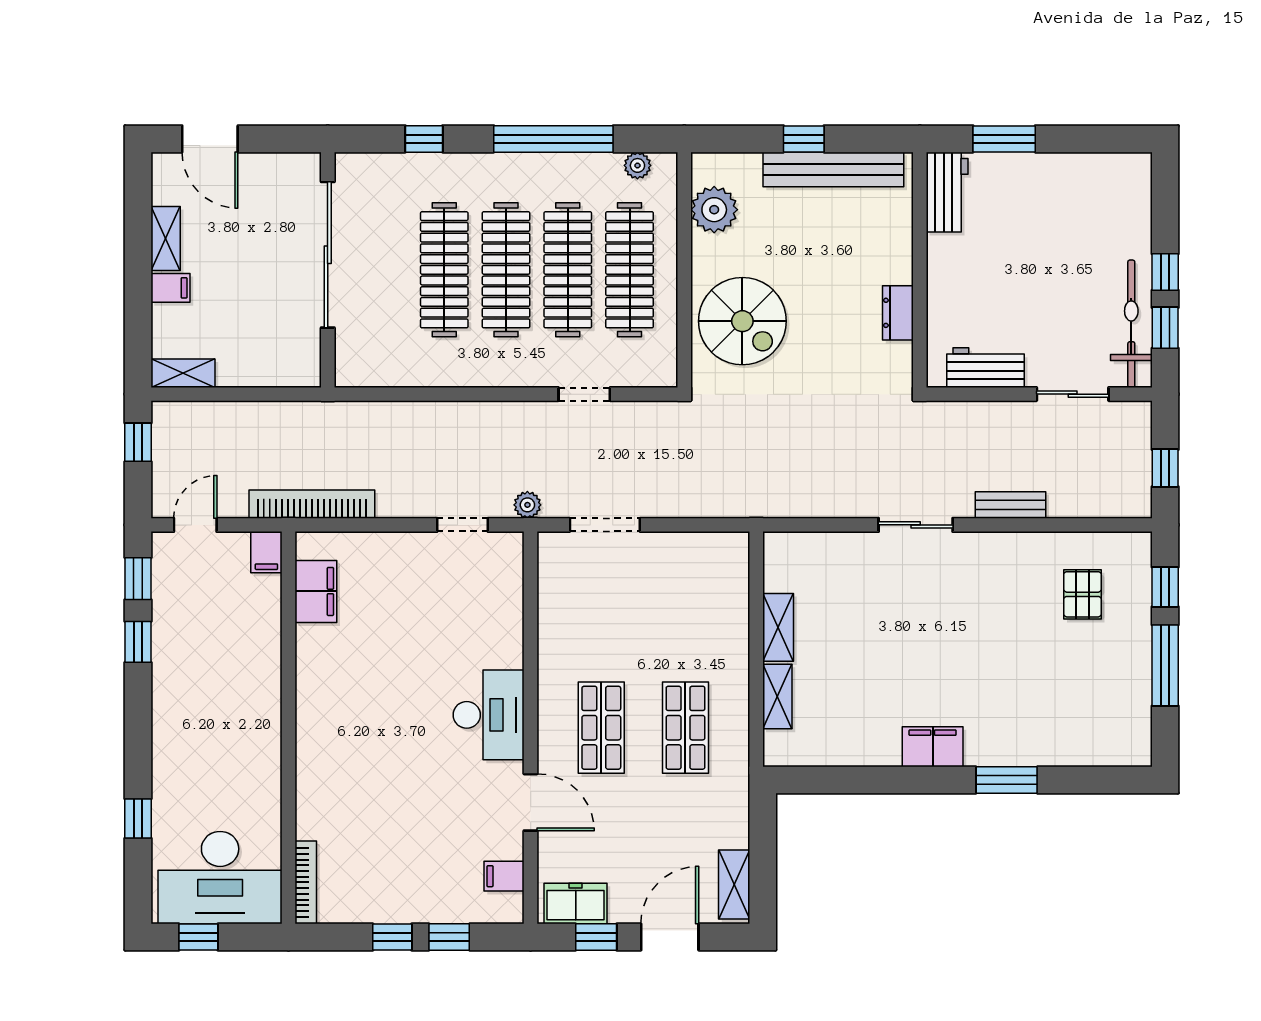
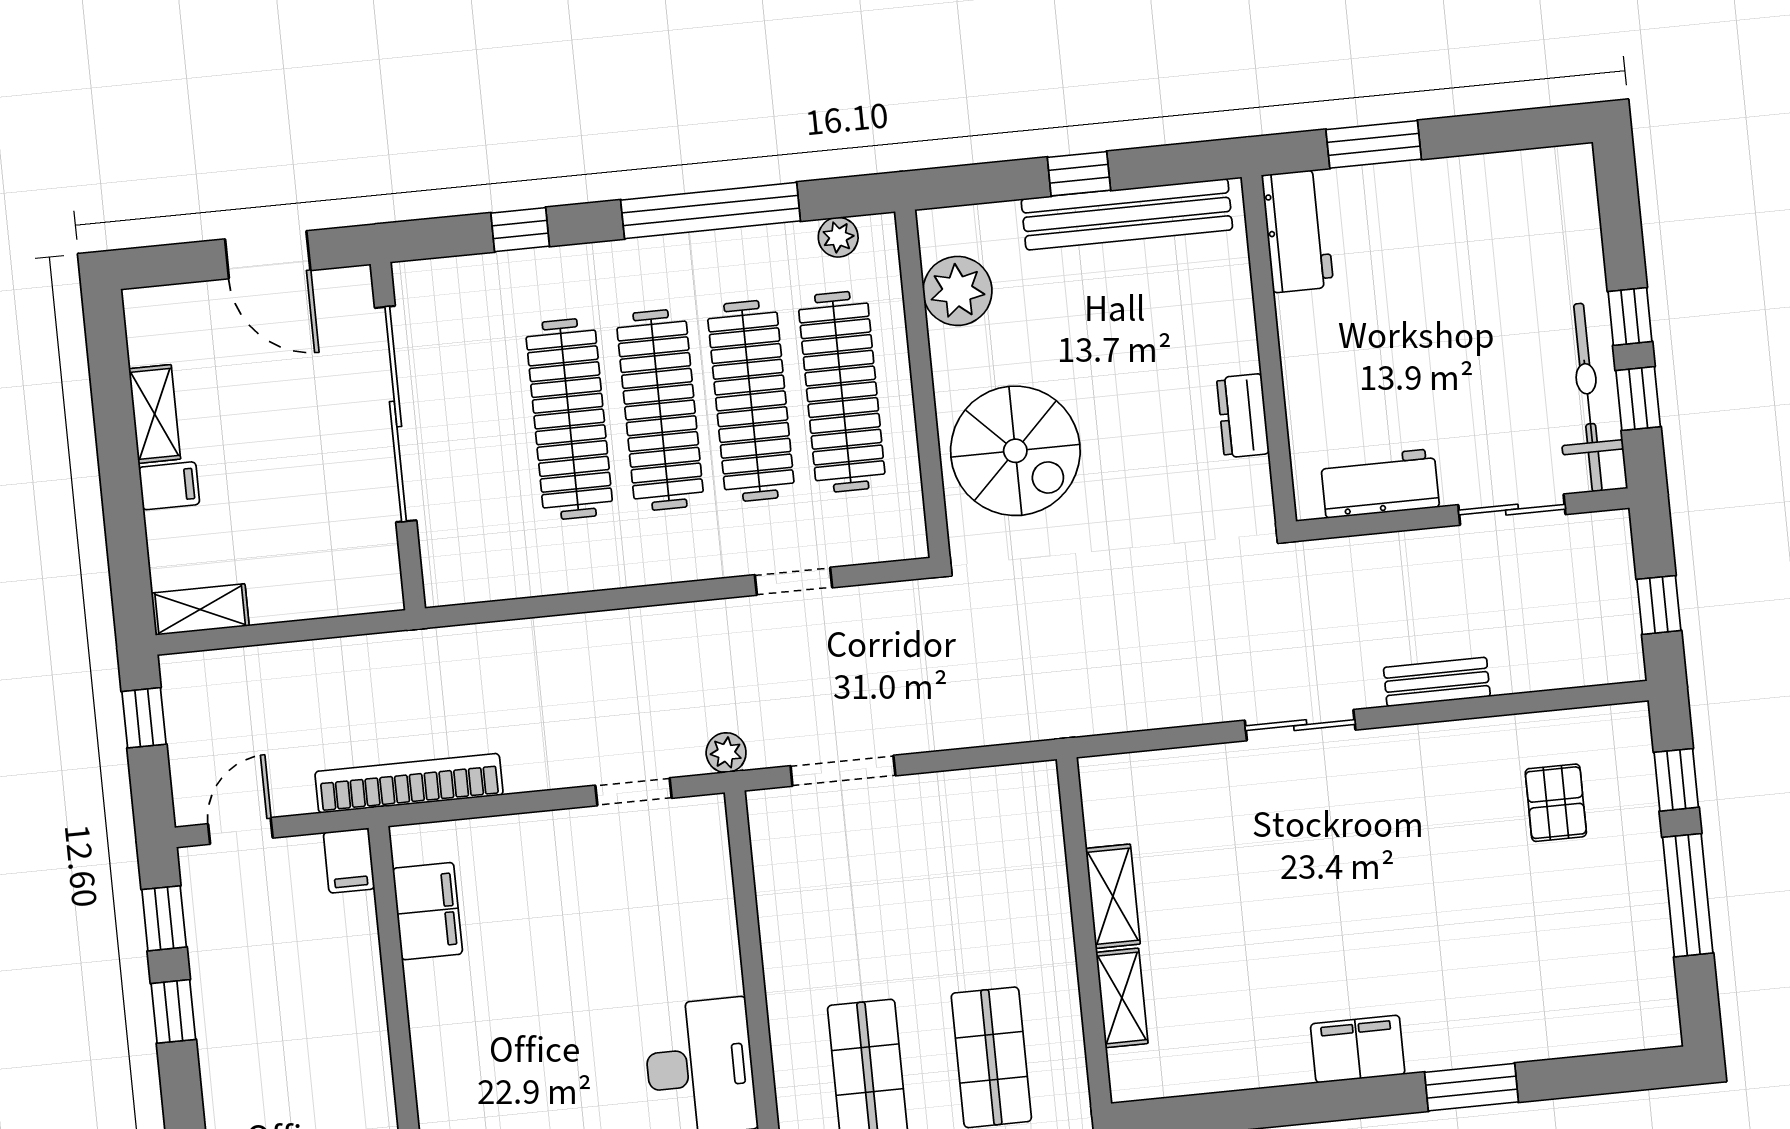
door: (210, 139) -> (268, 255), moved

